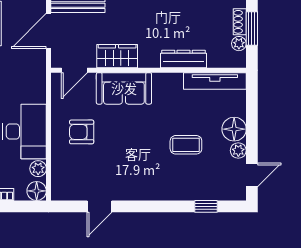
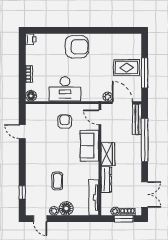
wardrobe: (117, 56) -> (108, 154), moved
plant: (38, 169) -> (108, 97), moved

